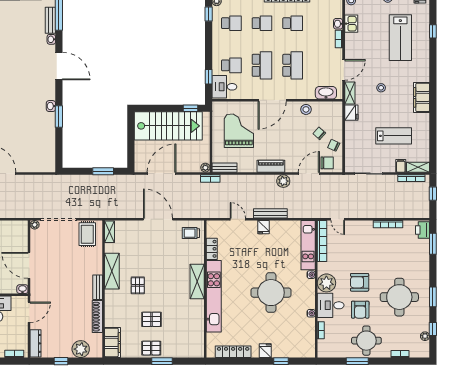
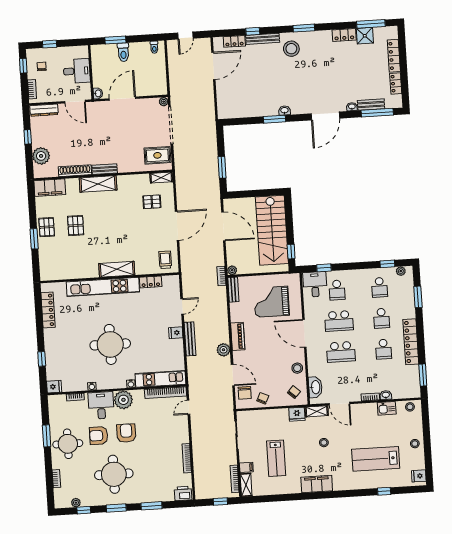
grand piano: (239, 131) -> (272, 302), turned 180
chair: (319, 133) -> (294, 392), moved
window: (433, 244) -> (152, 506), moved
shelving: (112, 271) -> (98, 184), moved
pallet: (138, 285) -> (152, 202), moved
fridge: (265, 351) -> (54, 387), moved

